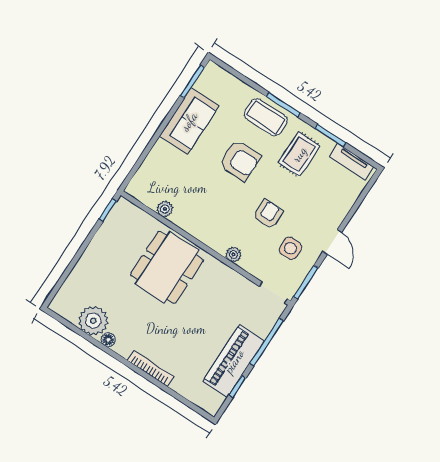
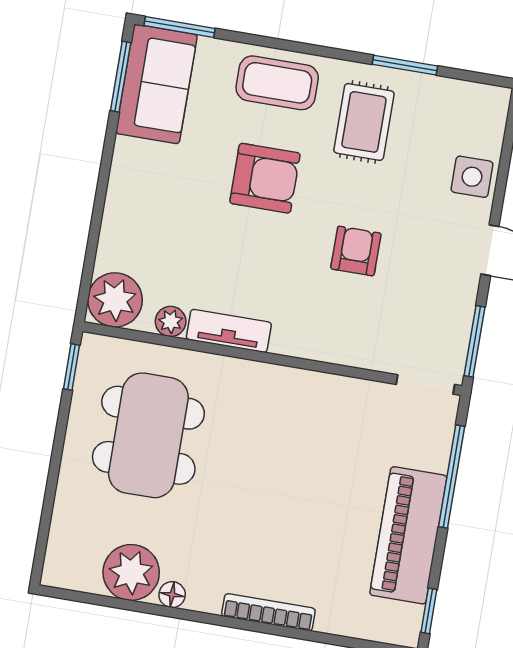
window: (283, 104) -> (179, 27), moved
sofa: (189, 121) -> (157, 84), moved
tv unit: (351, 162) -> (229, 331), moved, turned 180
side table: (290, 248) -> (472, 177), moved
plant: (233, 254) -> (115, 300), moved, width x1.88, depth x1.88
dining table: (167, 267) -> (148, 435), moved
window: (237, 386) -> (429, 611), moved

